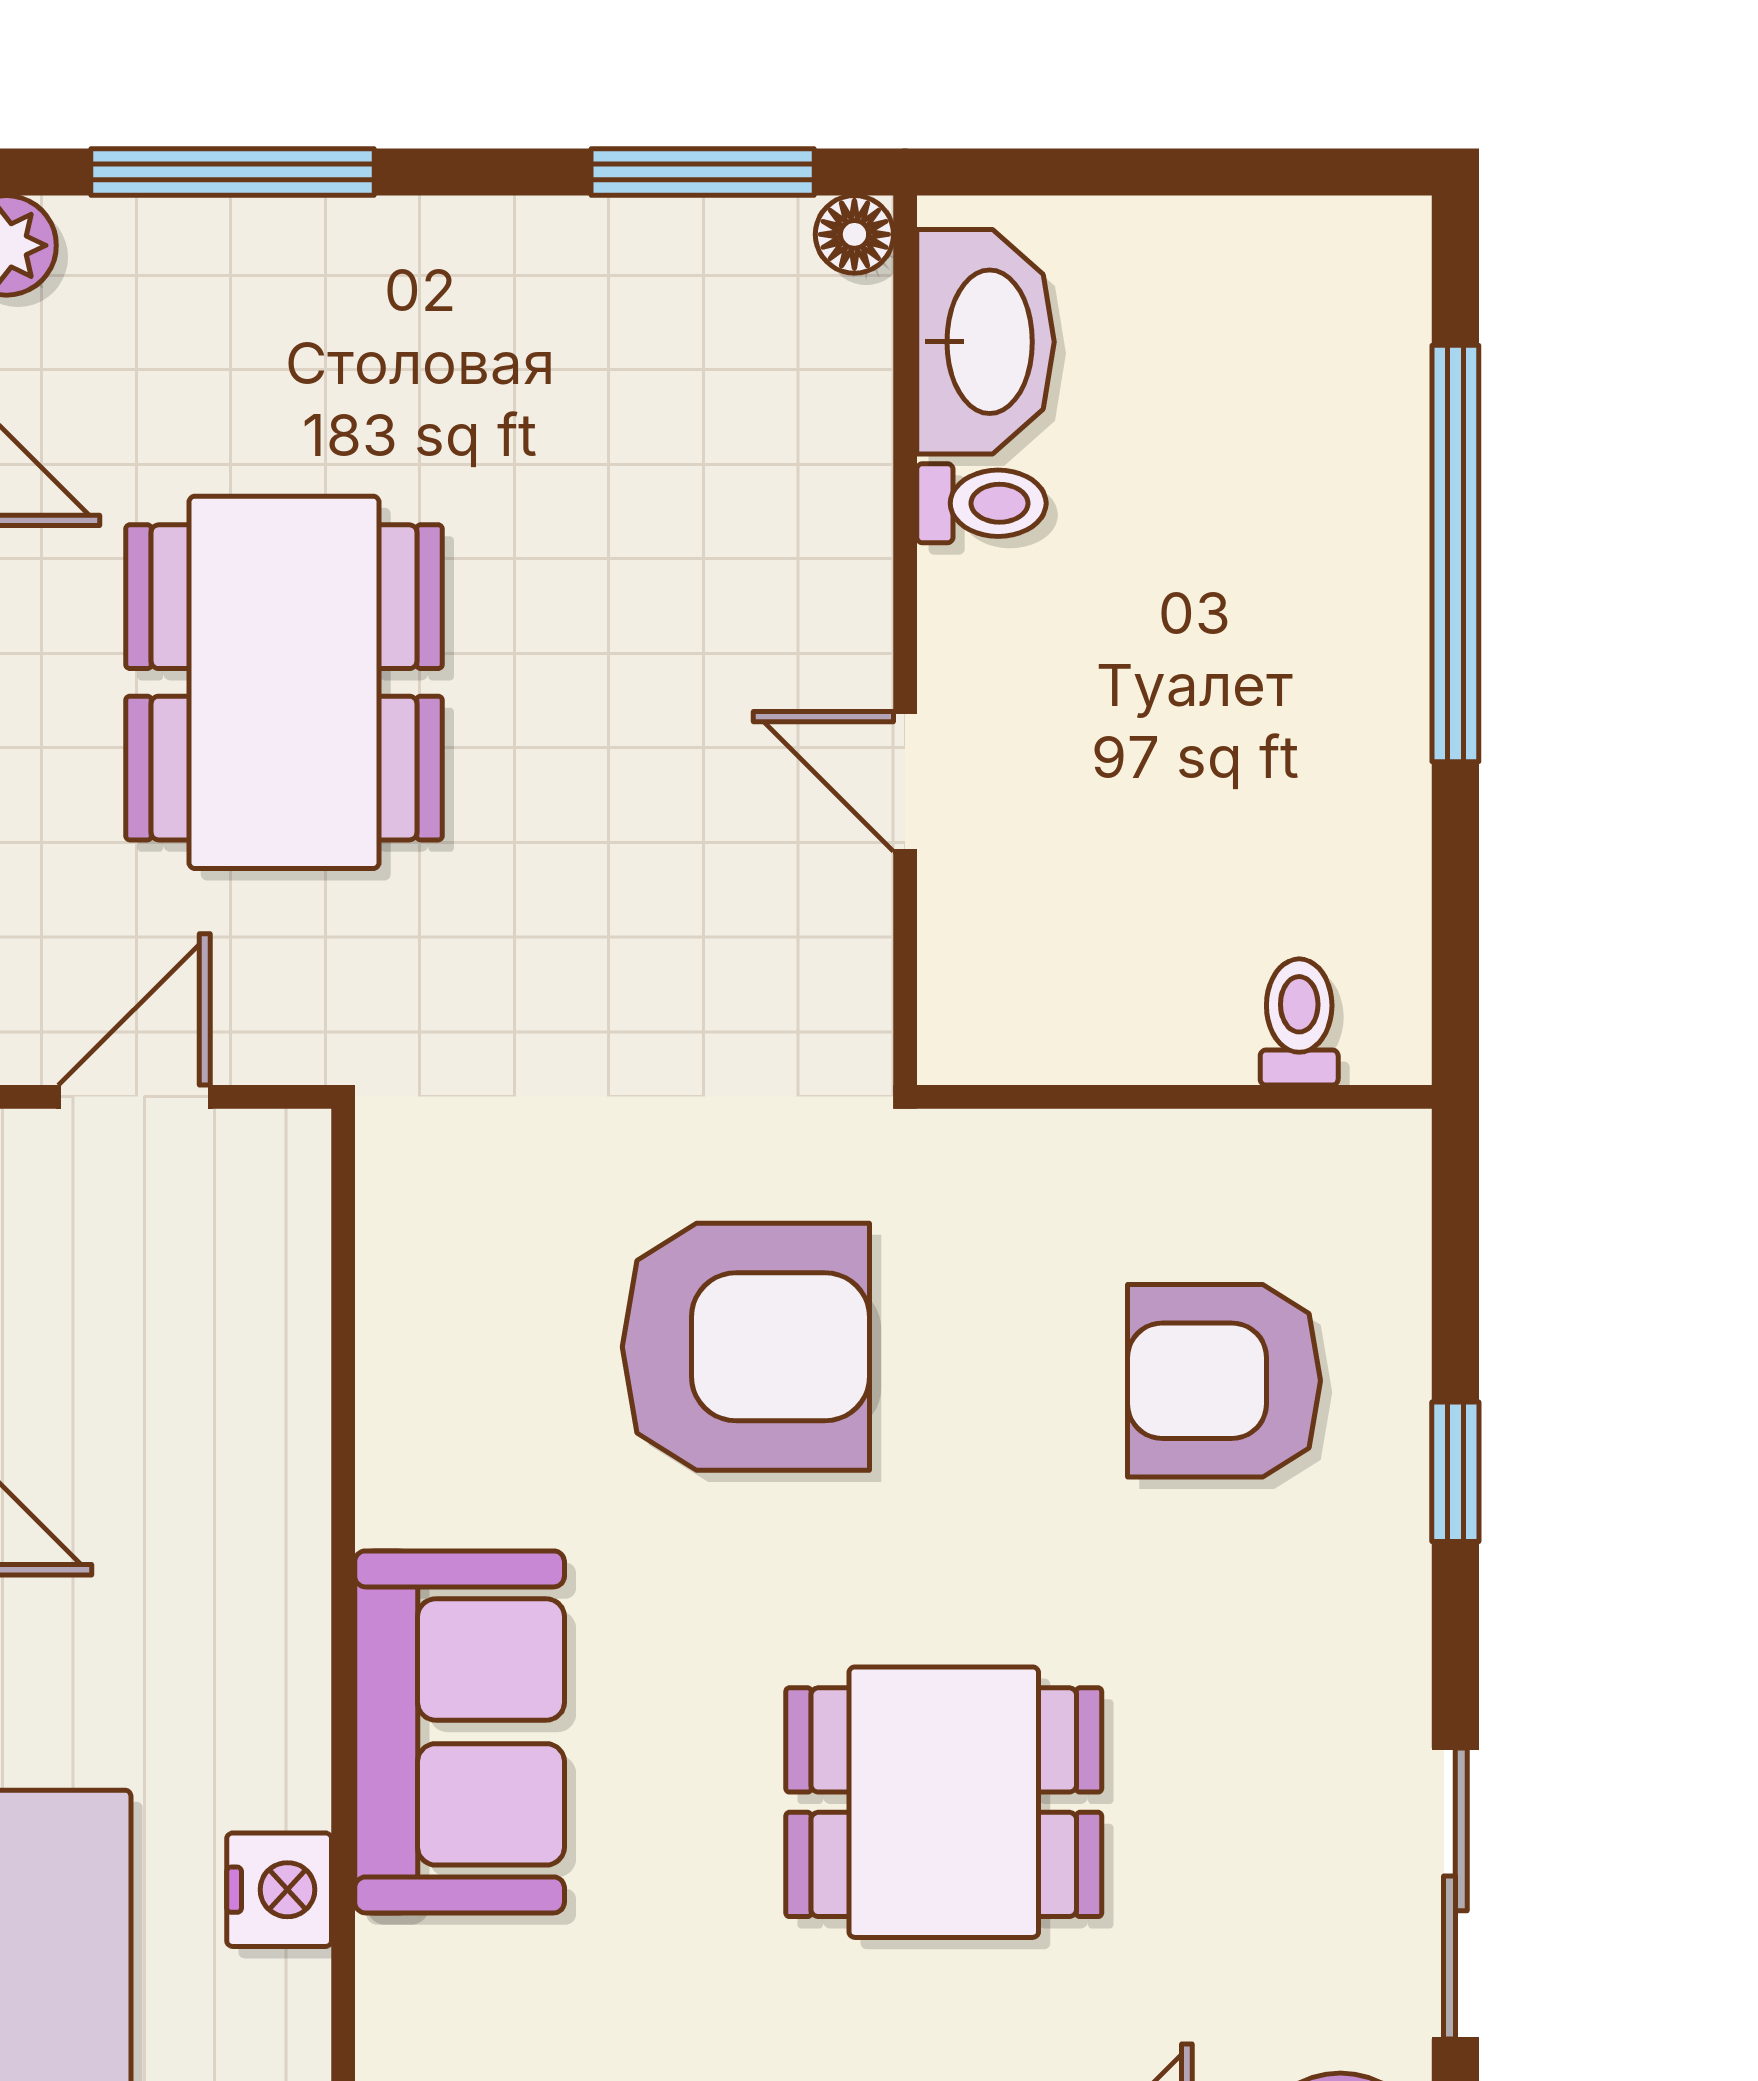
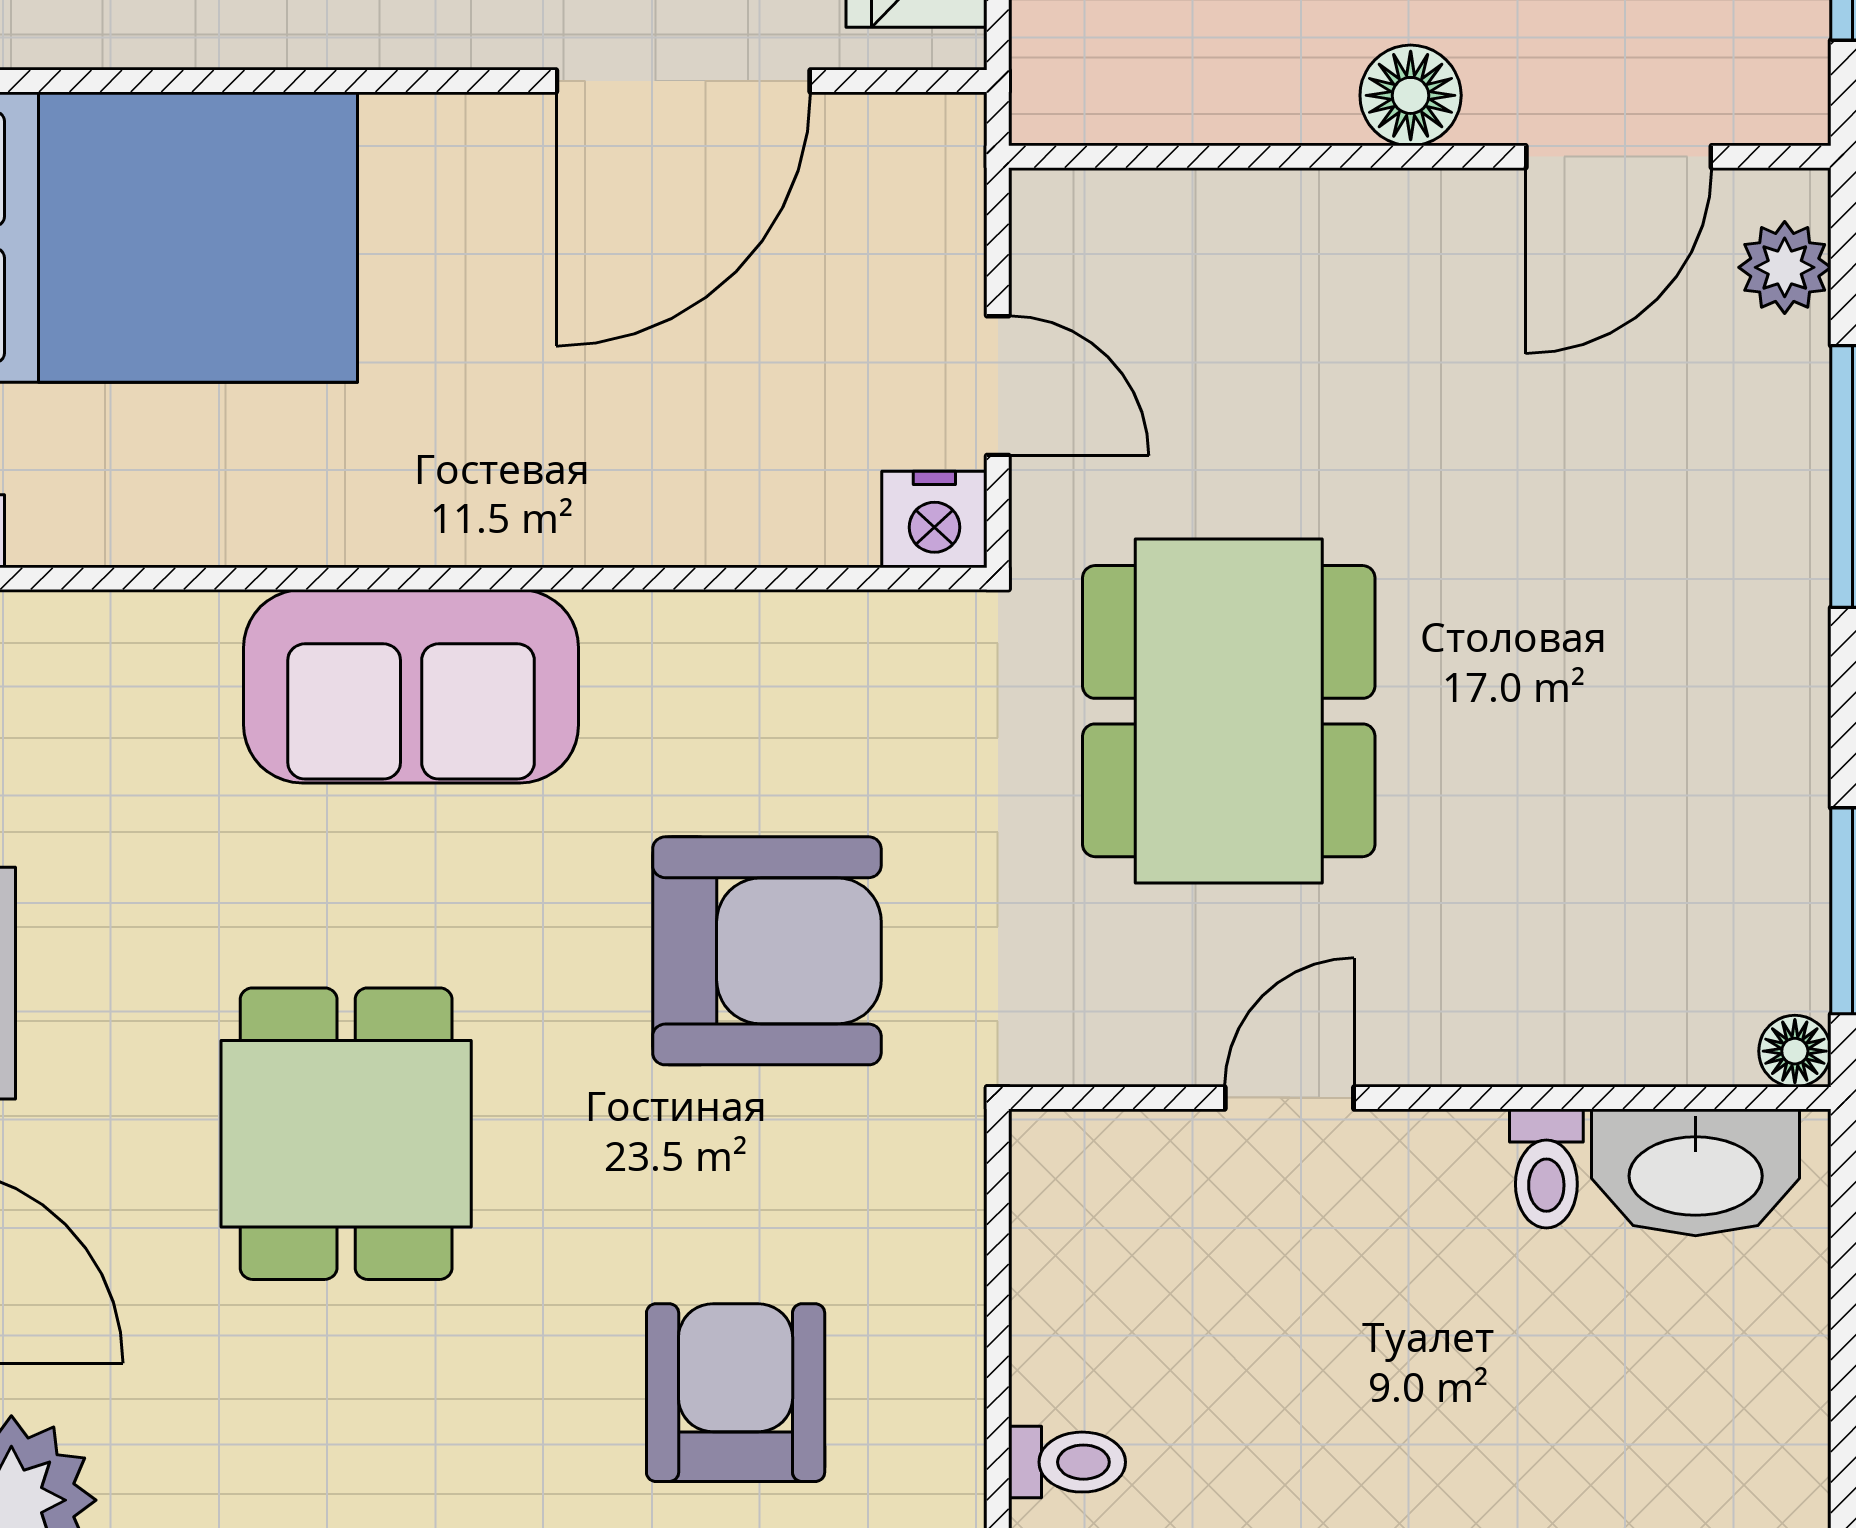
dining table: (284, 682) -> (1229, 711), moved, turned 90
armchair: (746, 1347) -> (767, 951), turned -90
nightstand: (279, 1890) -> (934, 520), moved

